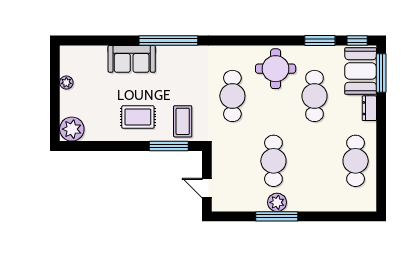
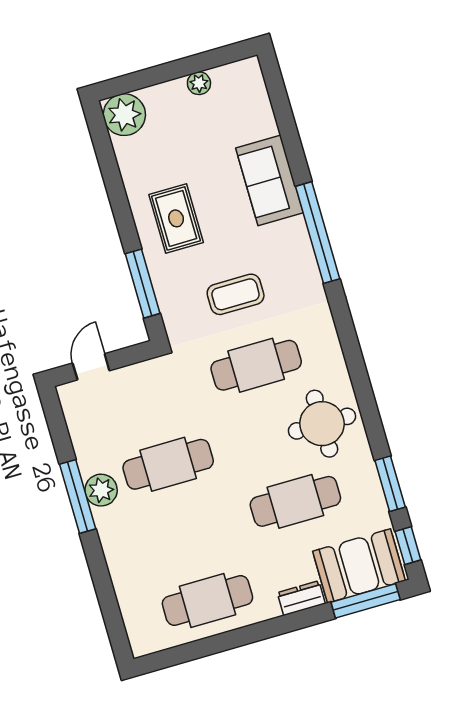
coffee table: (183, 121) -> (236, 294), moved

